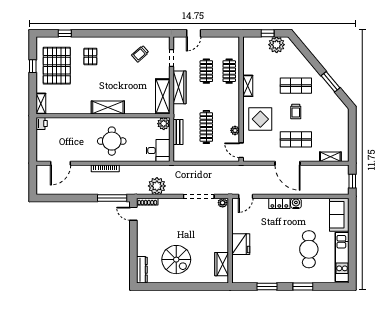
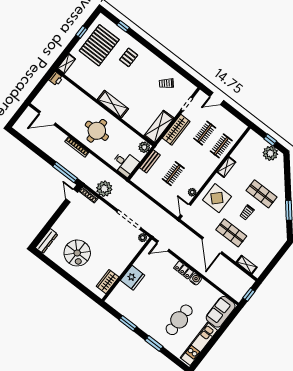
clothes rail: (206, 127) -> (173, 174), width x0.73

